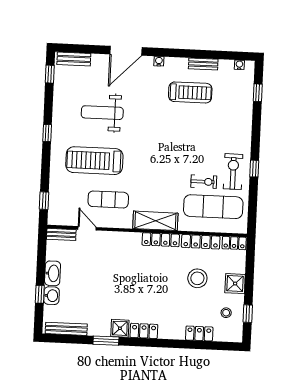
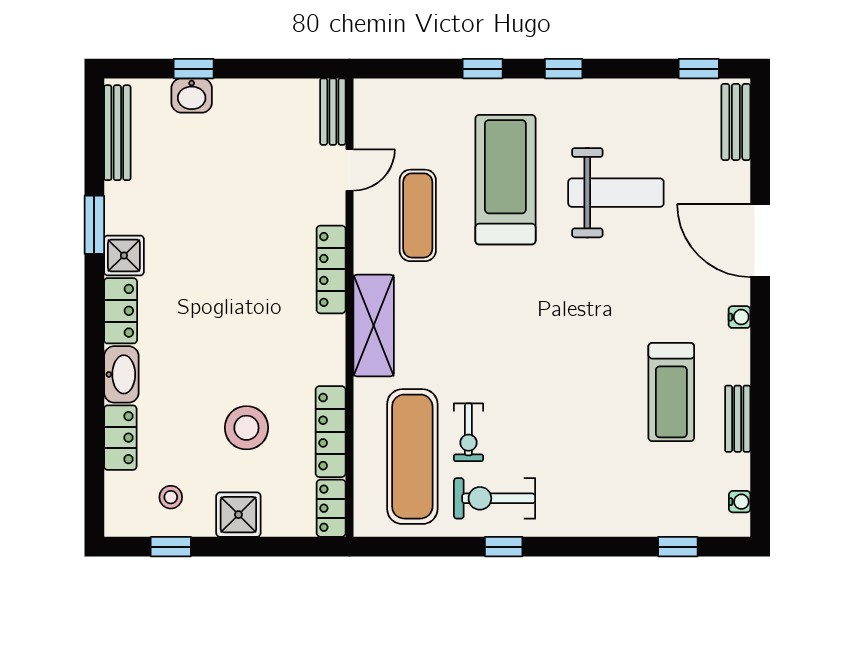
weight bench: (102, 113) -> (616, 193), turned 90
exercise bike: (233, 172) -> (495, 498), turned 180
window: (44, 201) -> (483, 69), moved
locker: (161, 240) -> (331, 269), moved
washbasin: (53, 273) -> (121, 374), moved, turned -90

